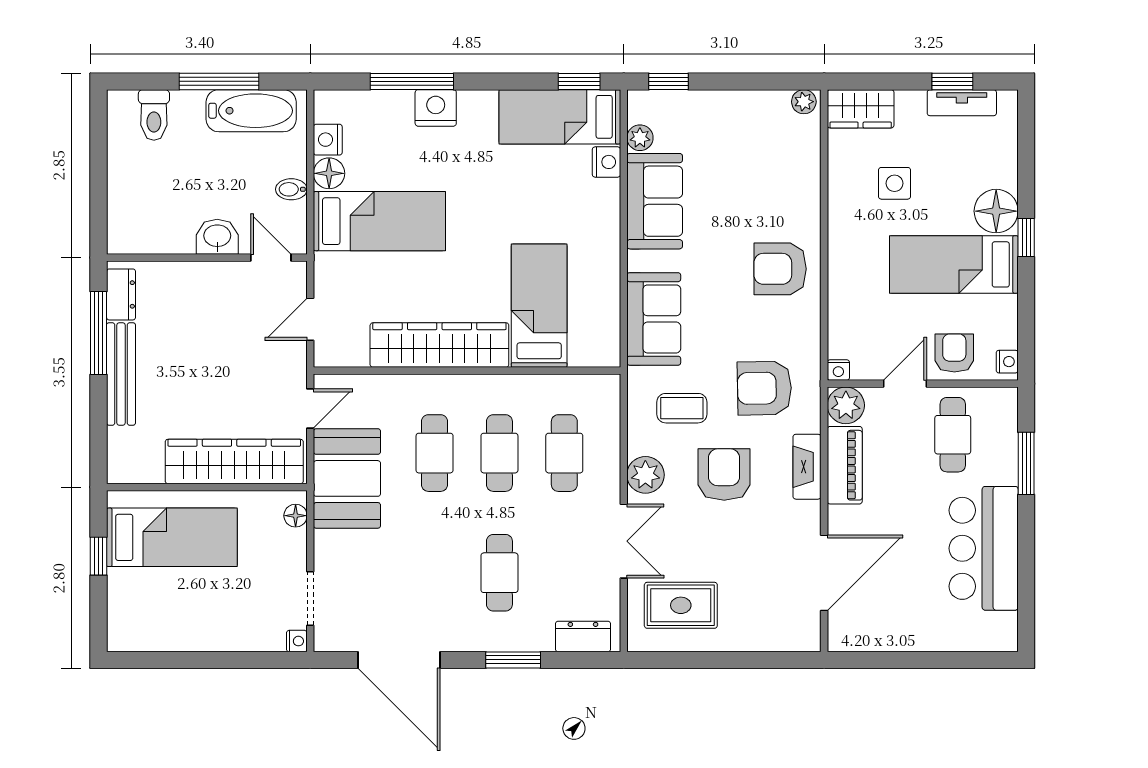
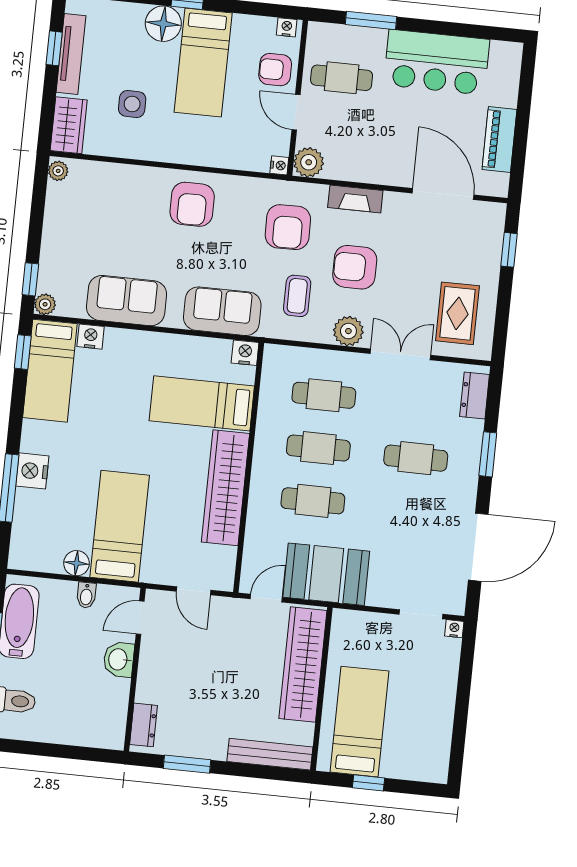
tv unit: (962, 103) -> (71, 54), width x1.41
plant: (640, 138) -> (45, 304), moved
nightstand: (328, 140) -> (245, 353), moved, turned 180
dresser: (121, 294) -> (144, 725), moved, turned 90
window: (99, 333) -> (187, 764), width x0.69
bench: (121, 374) -> (270, 754), moved
door: (310, 409) -> (266, 598), hinge flipped
piano: (845, 465) -> (499, 140), moved, turned -90
floor lamp: (296, 516) -> (352, 619), removed
window: (765, 660) -> (509, 250), added

